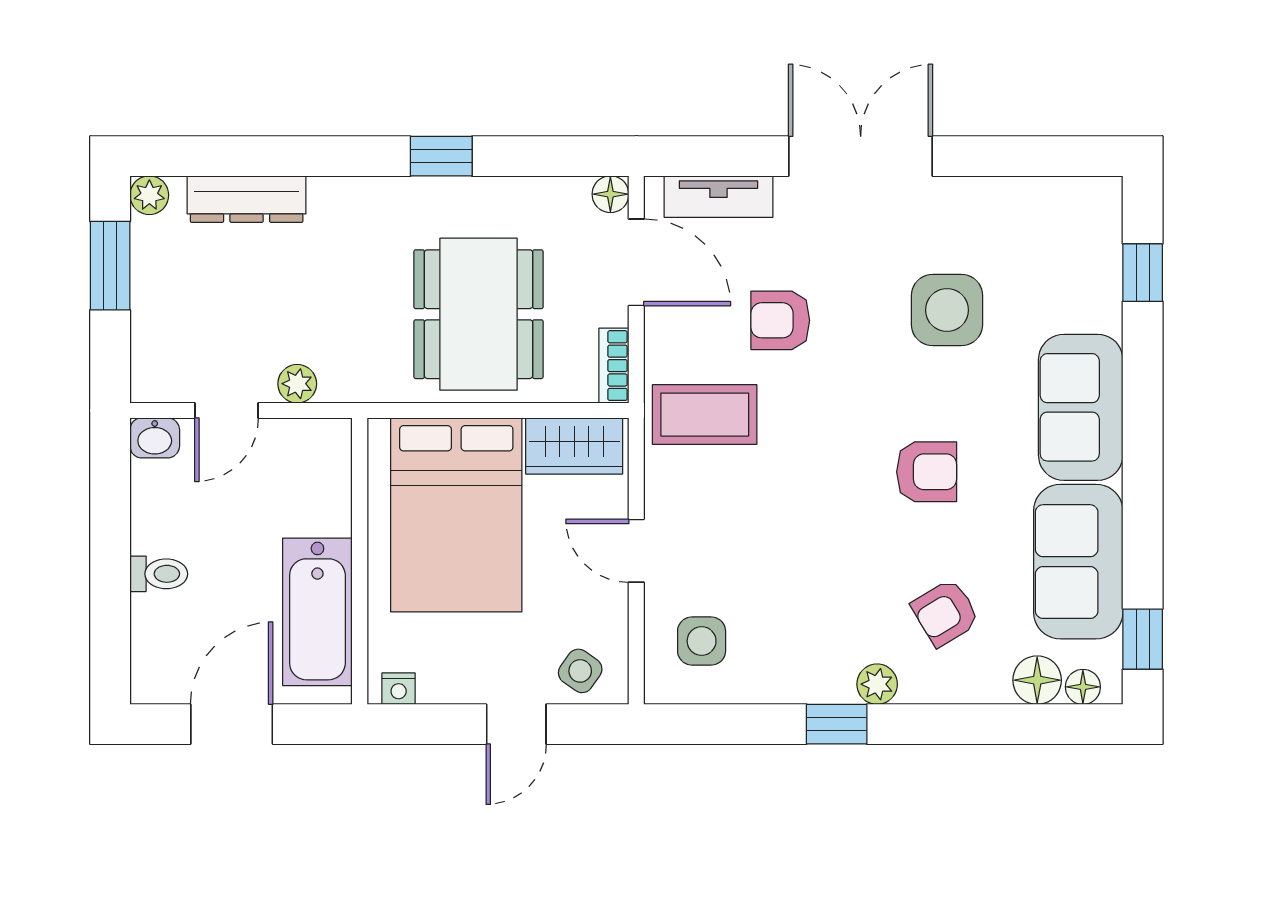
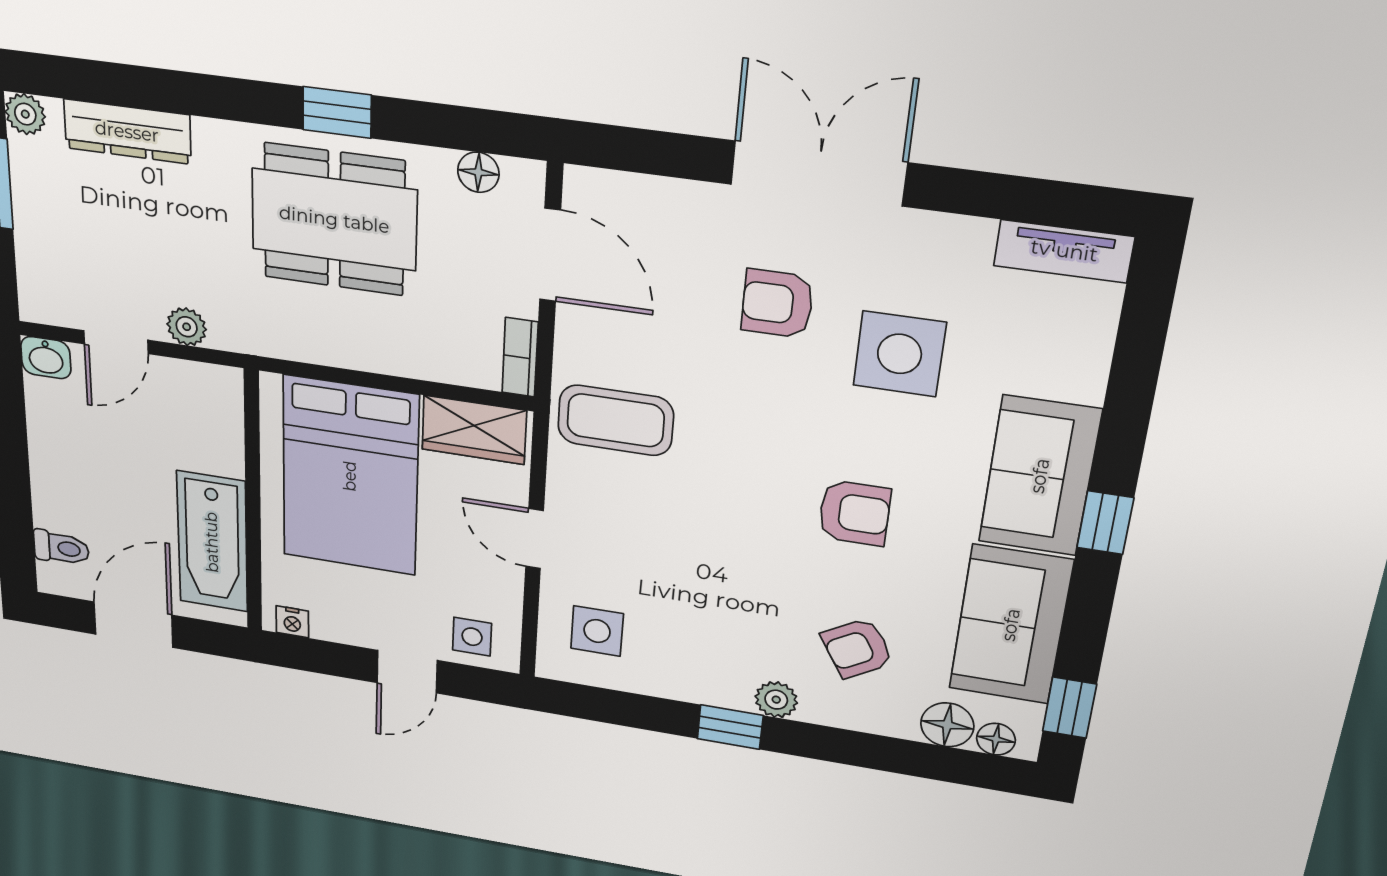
floor lamp: (610, 194) -> (478, 172), moved
tv unit: (718, 197) -> (1064, 251), moved
window: (1143, 273) -> (1105, 523), moved
dining table: (479, 314) -> (334, 220), moved, turned 90
armchair: (780, 320) -> (777, 304), moved
toilet: (159, 574) -> (61, 548), moved
side table: (580, 671) -> (472, 637), turned -35

